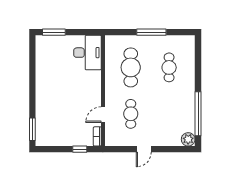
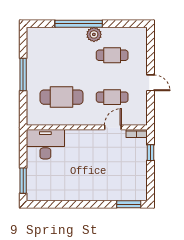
cafe table: (169, 67) -> (112, 55), moved
window: (198, 114) -> (79, 24), moved
door: (103, 115) -> (113, 127), swing flipped
plant: (188, 139) -> (94, 34), moved

